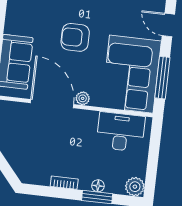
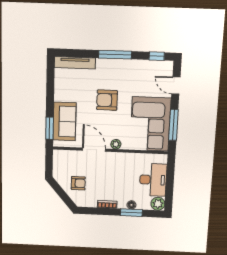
door: (52, 104) -> (94, 150), width x0.73
desk: (121, 132) -> (153, 180), moved, turned 90
armchair: (26, 149) -> (78, 183), added

